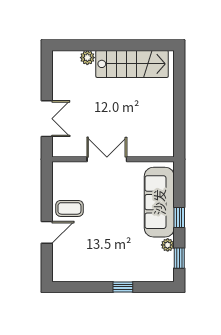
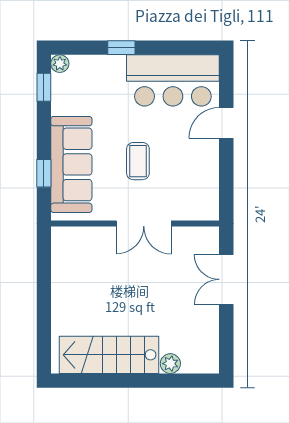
coffee table: (69, 208) -> (138, 161), moved, turned 90
window: (179, 217) -> (44, 173), moved
plant: (168, 245) -> (60, 64), moved
bar counter: (86, 263) -> (173, 80), added

